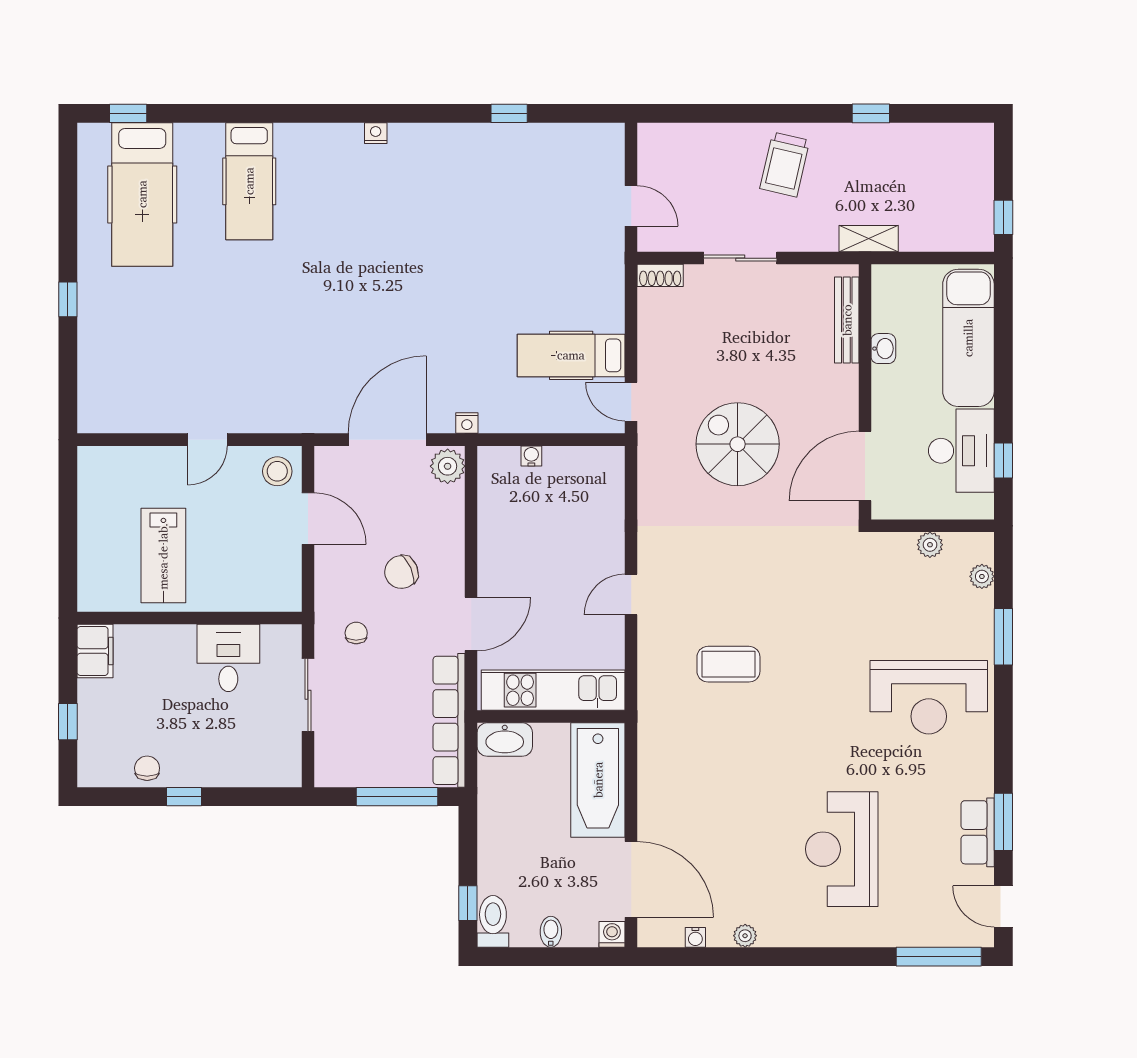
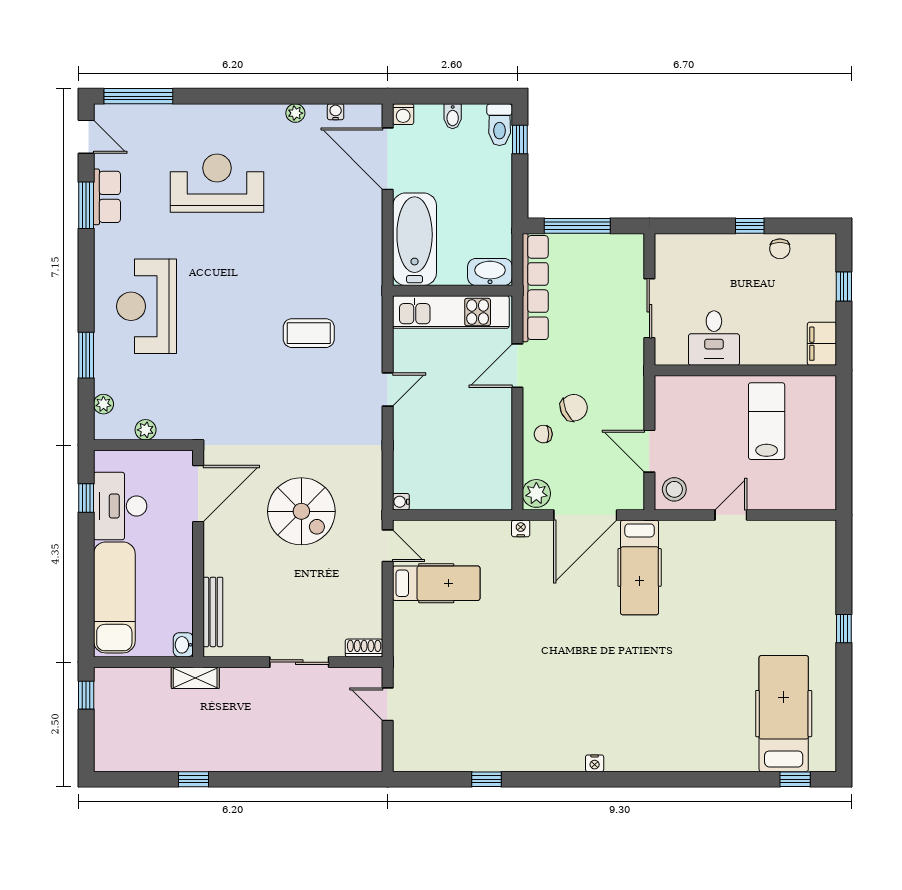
trolley: (785, 165) -> (263, 738), removed
hospital bed: (249, 181) -> (640, 567), moved, turned 180
washbasin: (883, 349) -> (183, 645), moved
water cooler: (531, 456) -> (401, 502), moved, turned 90
chair: (356, 633) -> (543, 434), moved, turned 90
reception desk: (929, 697) -> (147, 306), turned -90
reception desk: (842, 849) -> (217, 183), turned -90

